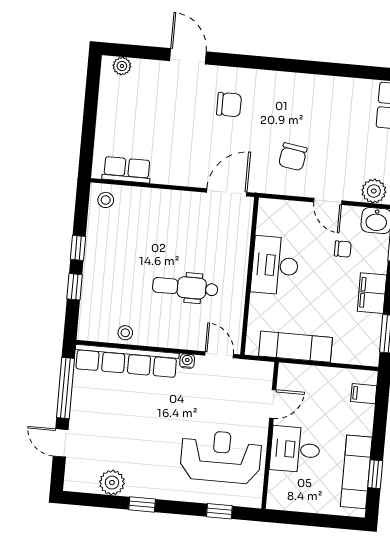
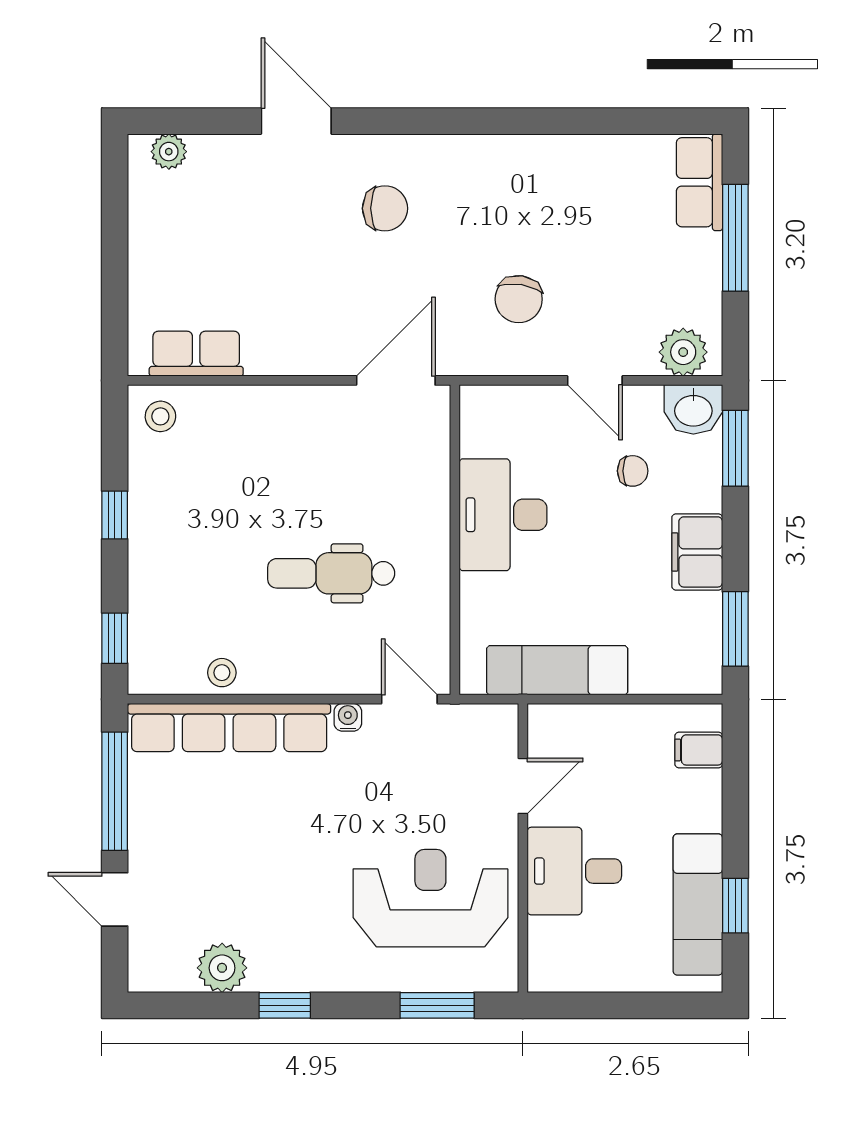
window: (75, 287) -> (115, 638), moved
window: (219, 511) -> (437, 1005), width x1.50

